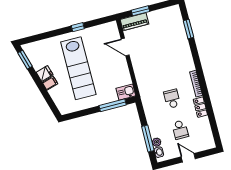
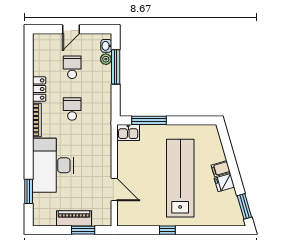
piano: (134, 22) -> (74, 218), moved
desk: (175, 53) -> (53, 165), added
school desk: (172, 99) -> (72, 109), turned 180
door: (188, 158) -> (71, 29), hinge flipped

